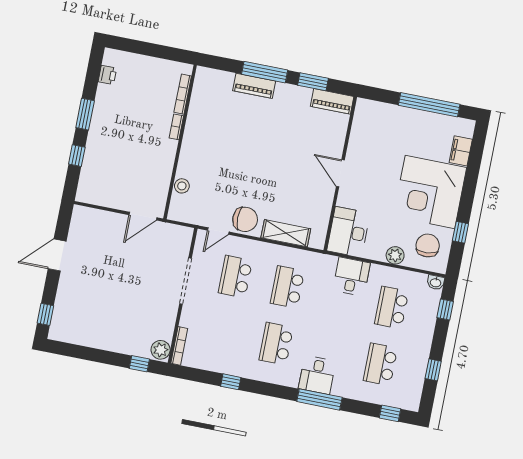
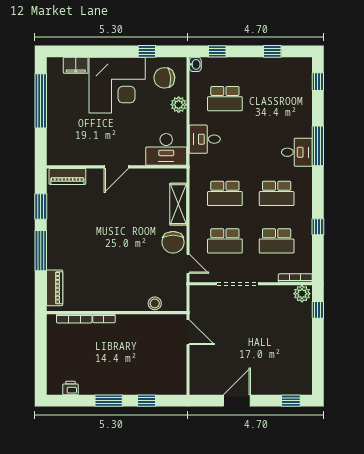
piano: (254, 86) -> (55, 288), moved
piano: (332, 101) -> (67, 176), moved, turned 90
chair: (245, 219) -> (173, 242), turned 180
door: (57, 255) -> (237, 401), swing flipped
school desk: (380, 364) -> (277, 241), moved

